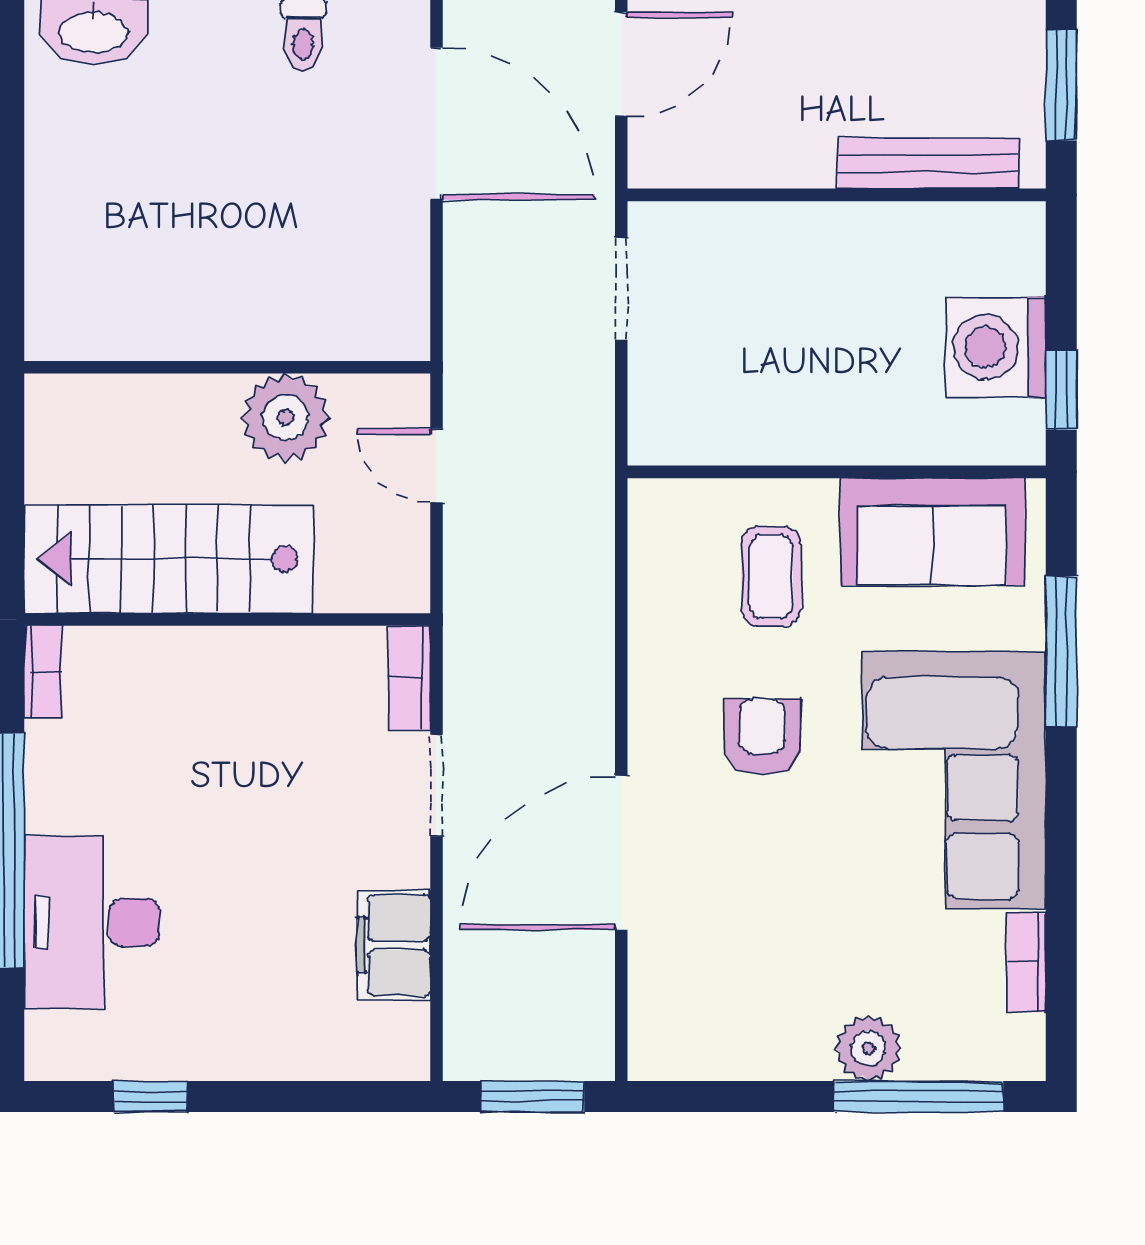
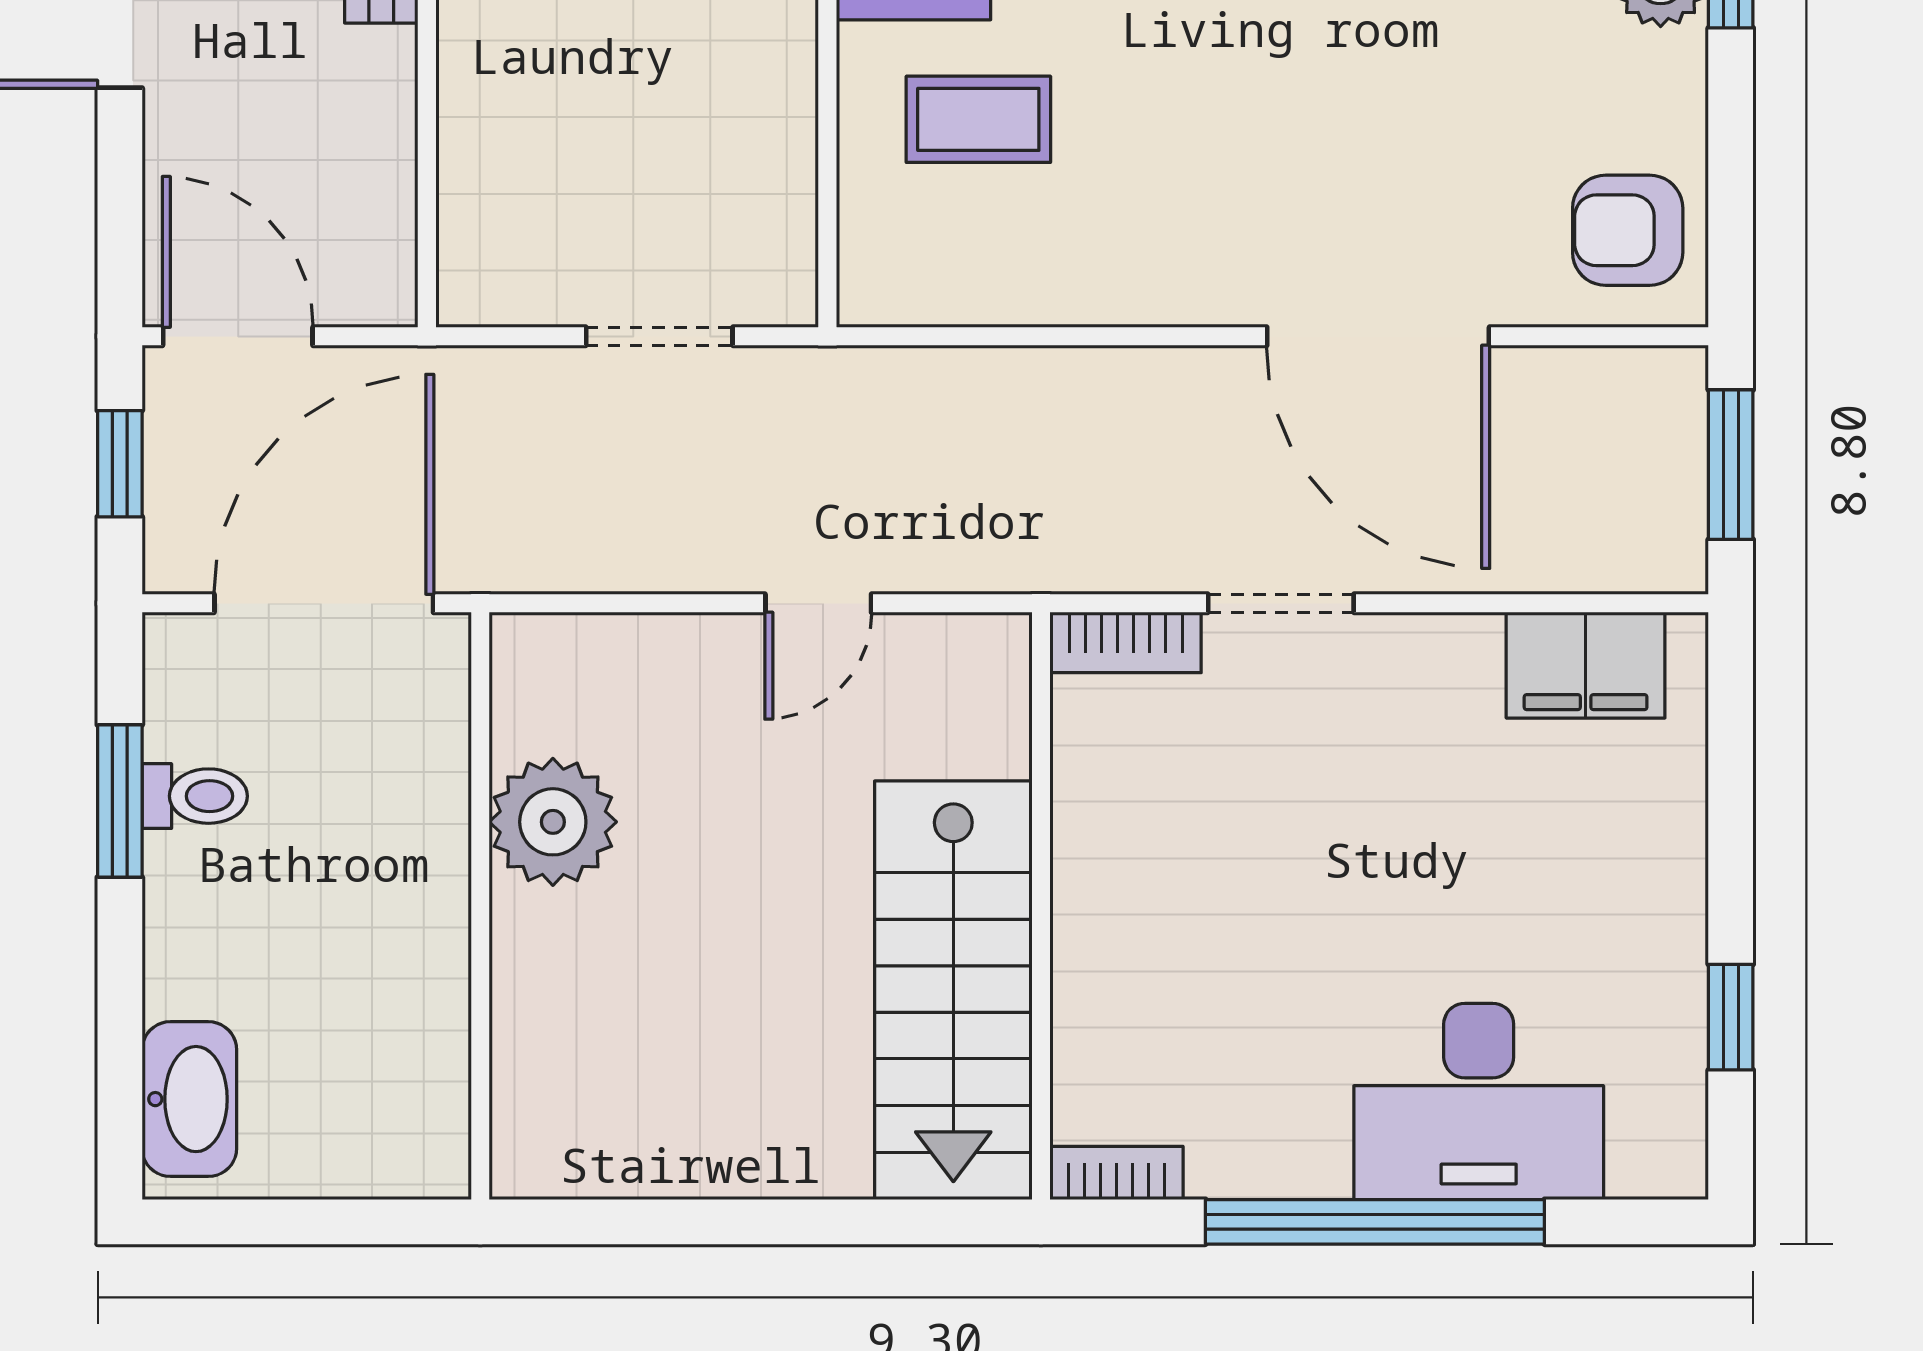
doorway: (621, 289) -> (659, 336), moved
wall: (227, 367) -> (480, 906), moved
plant: (285, 417) -> (553, 822), moved
armchair: (762, 737) -> (1628, 230), moved
filing cabinet: (394, 945) -> (1586, 665), moved

